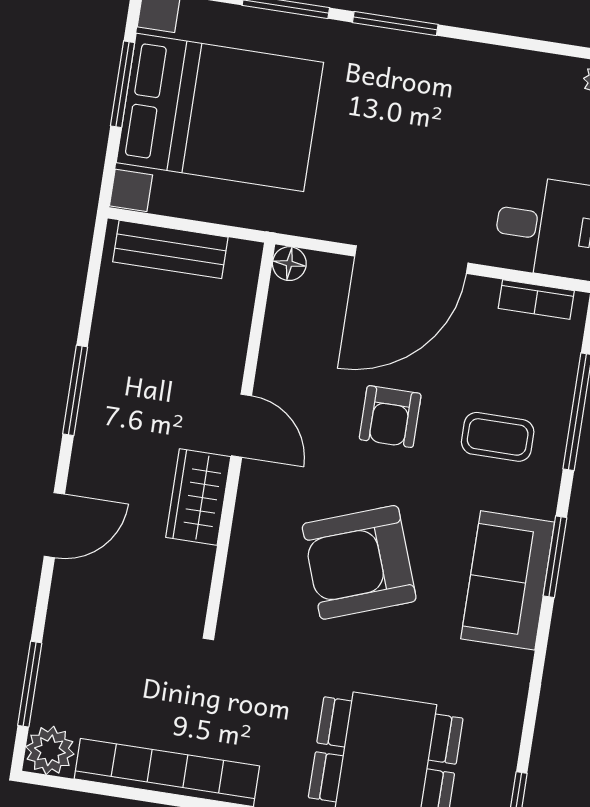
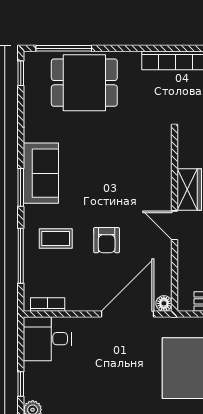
door: (411, 260) -> (128, 314), moved
armchair: (390, 417) -> (107, 240), turned 180
armchair: (359, 562) -> (110, 171), removed

